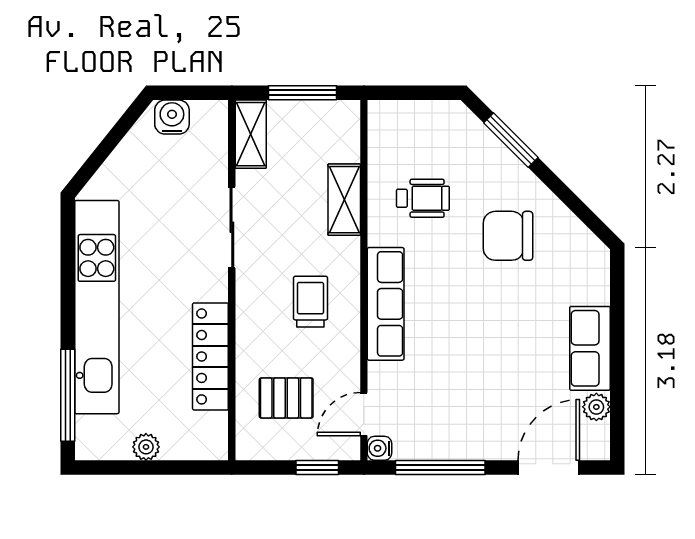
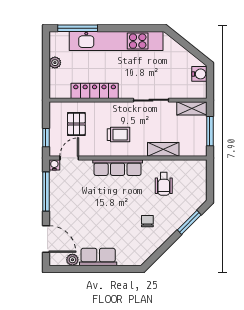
chair: (508, 236) -> (147, 221), width x0.54, depth x0.54
door: (364, 414) -> (69, 158), hinge flipped

